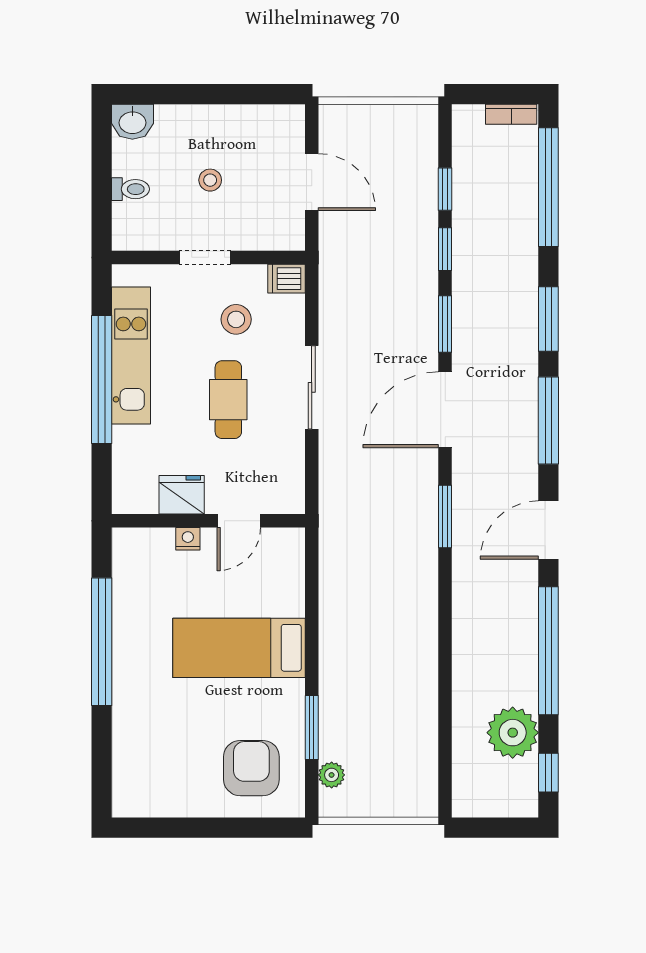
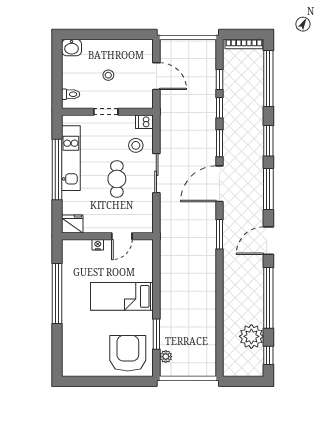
bookcase: (511, 114) -> (244, 44), width x1.56
toilet: (130, 189) -> (71, 94), moved
stool: (236, 319) -> (136, 145), moved
fridge: (182, 495) -> (72, 224), moved
armchair: (251, 768) -> (128, 353), width x1.36, depth x1.36

